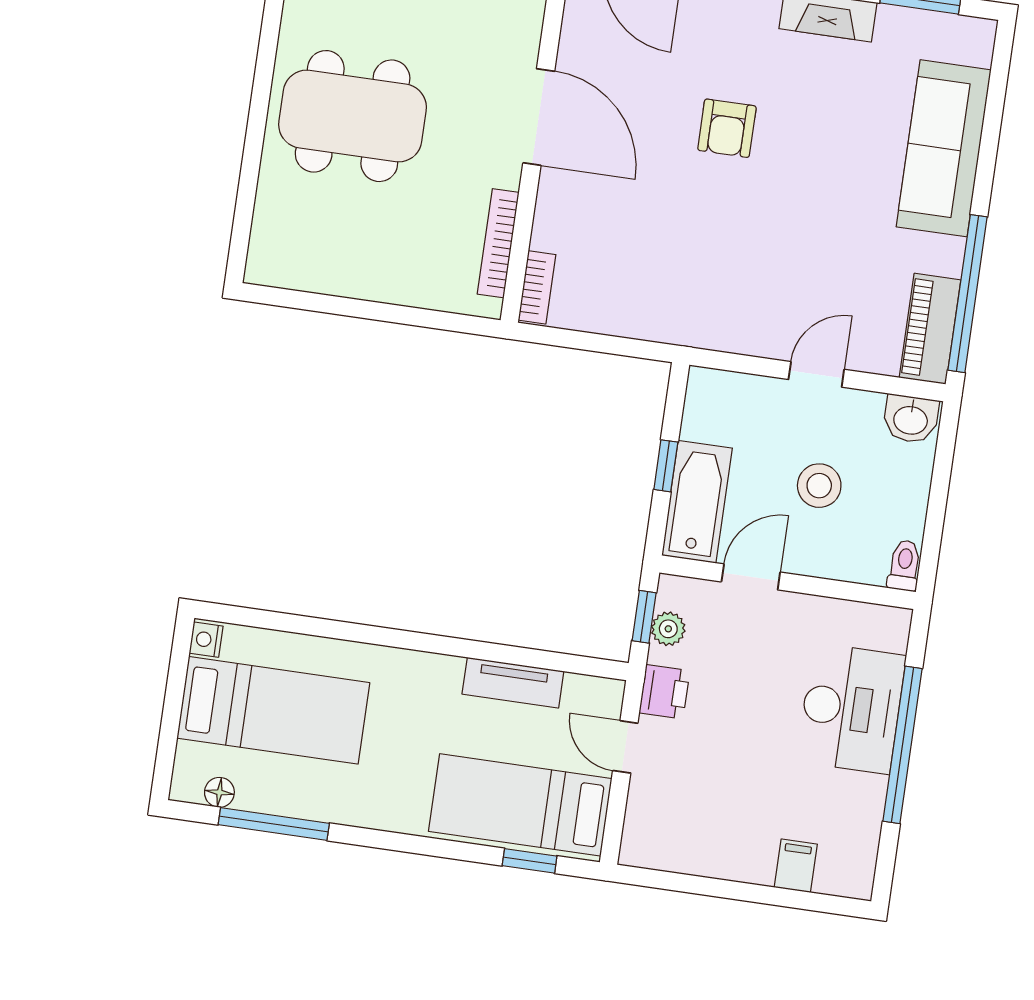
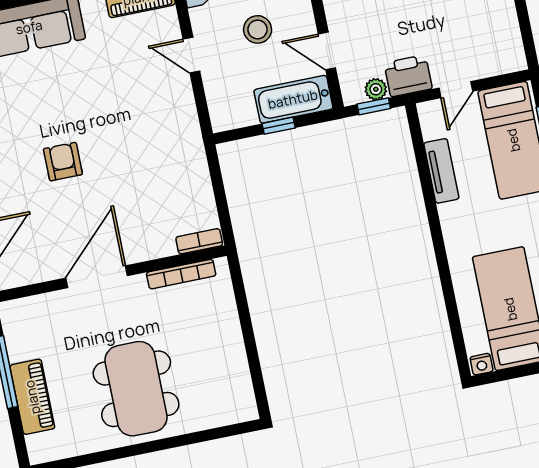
armchair: (727, 128) -> (63, 162), turned -90
printer: (664, 692) -> (408, 76), width x1.36, depth x1.24

